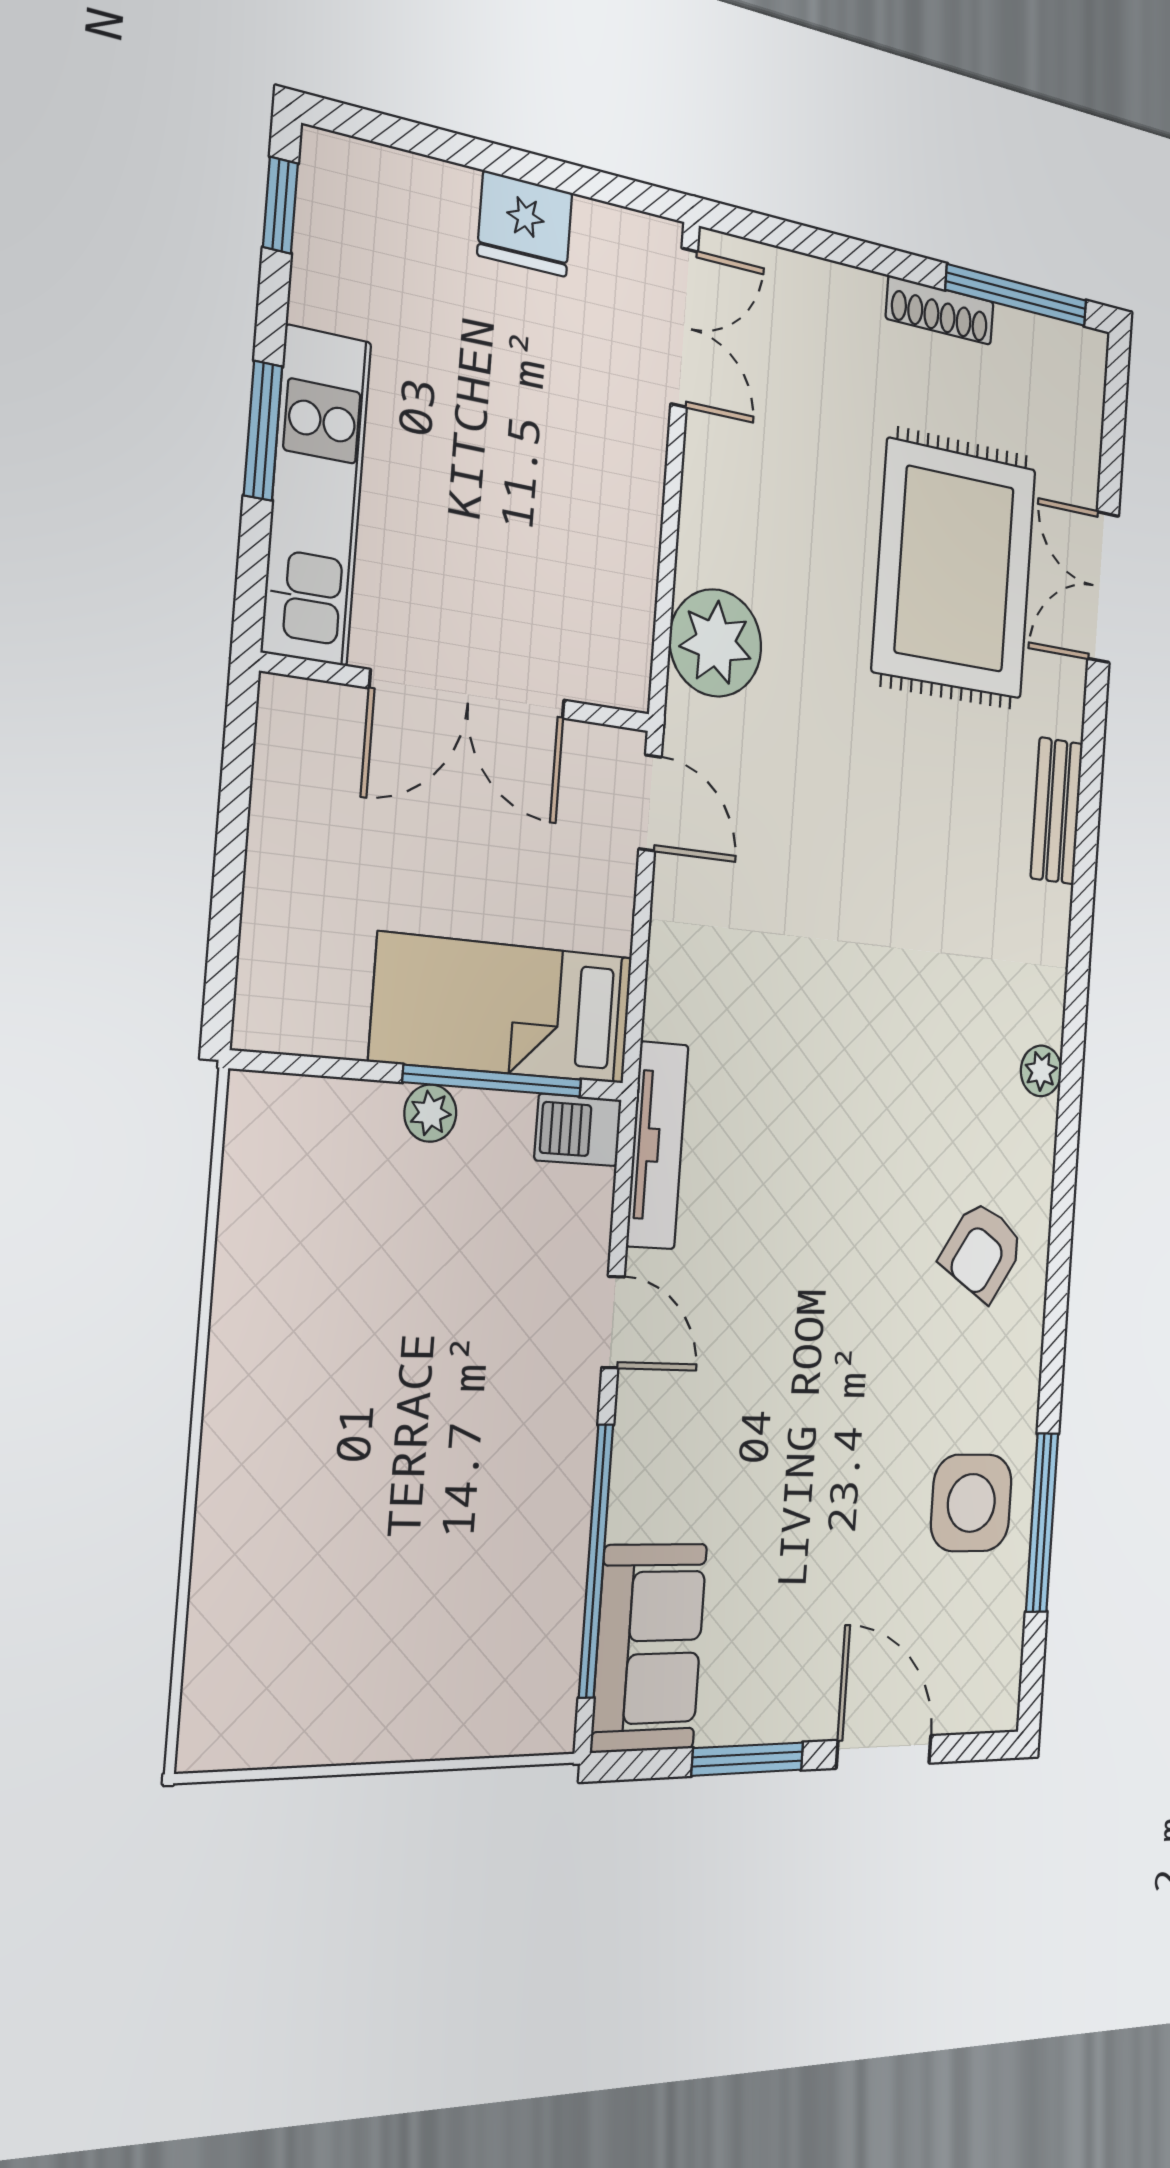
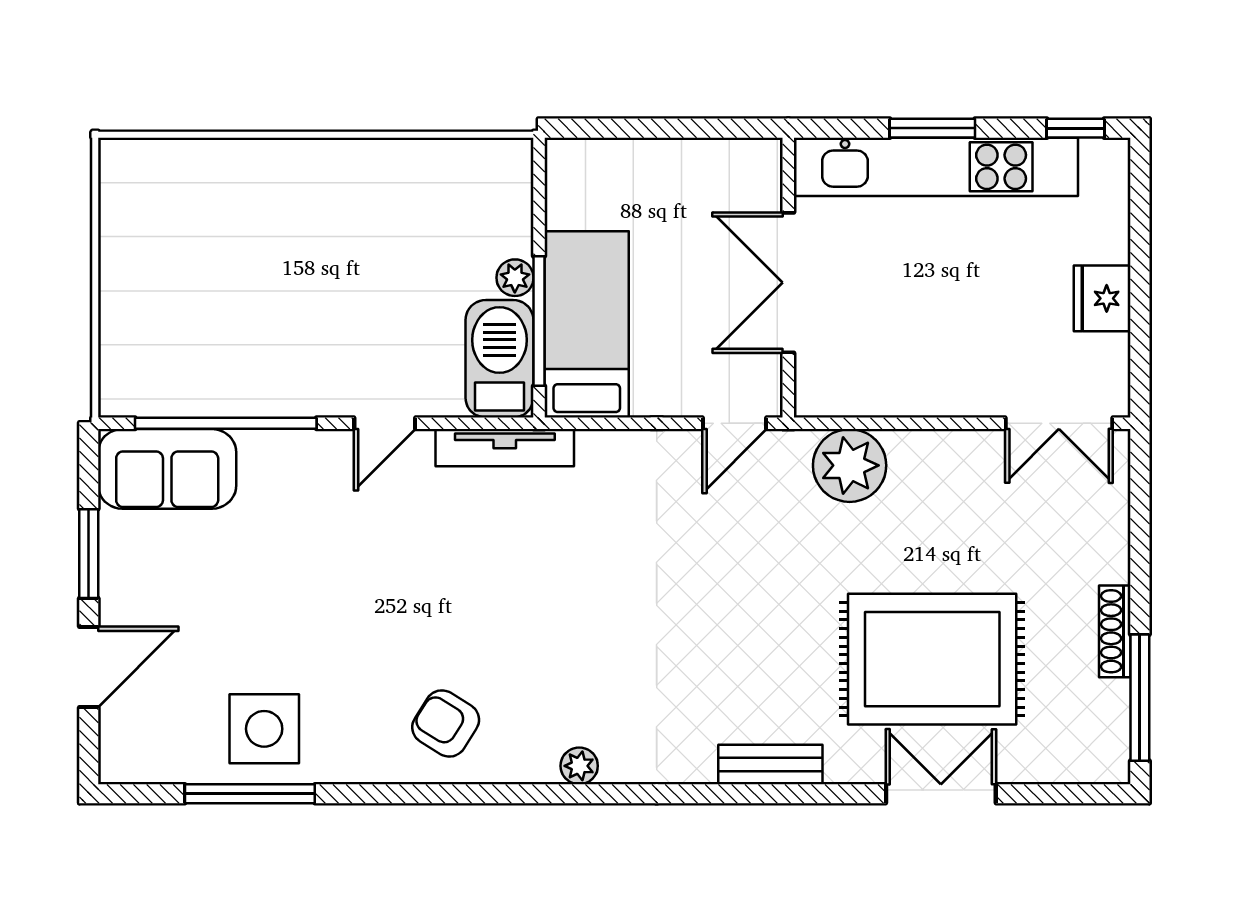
kitchen unit: (316, 496) -> (936, 167), width x1.36
barbecue: (578, 1130) -> (499, 359), width x1.88, depth x1.53

